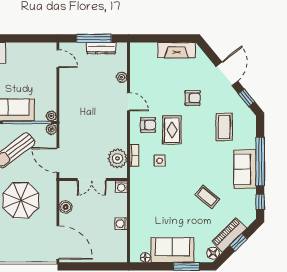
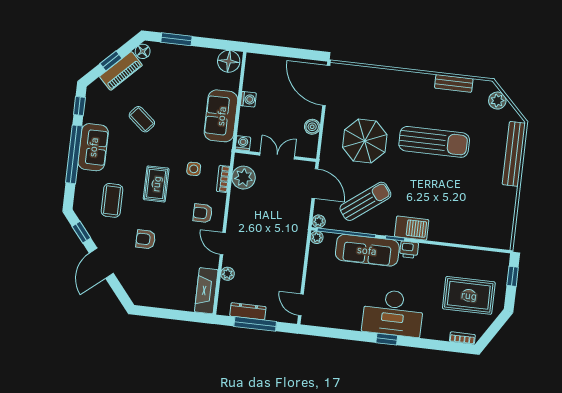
fireplace: (176, 50) -> (206, 291), moved, turned -90
rug: (172, 130) -> (156, 184), moved
sofa: (173, 250) -> (221, 116), moved, turned 90
floor lamp: (145, 257) -> (229, 61), width x1.89, depth x1.89

